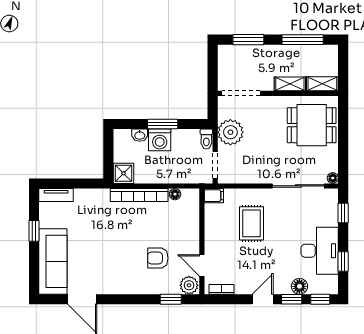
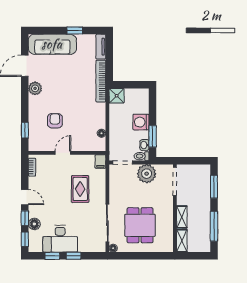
window: (163, 124) -> (153, 136), moved
dining table: (312, 125) -> (140, 225), moved
washbasin: (140, 135) -> (144, 145), moved
bookcase: (139, 195) -> (101, 81), moved
window: (343, 213) -> (74, 256), moved
rug: (252, 223) -> (80, 189), turned 90
door: (202, 265) -> (63, 153), moved
plant: (189, 285) -> (35, 88), moved

